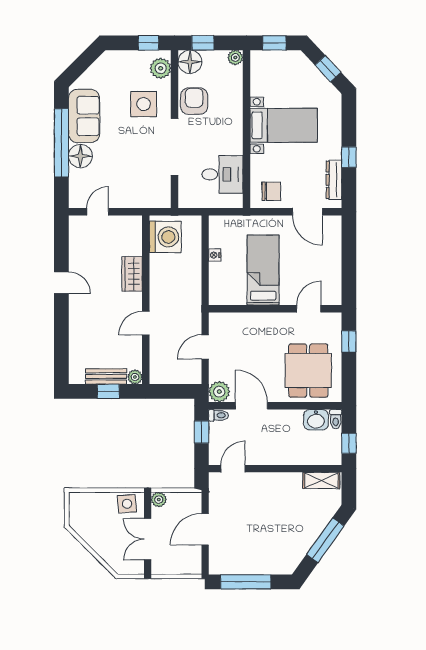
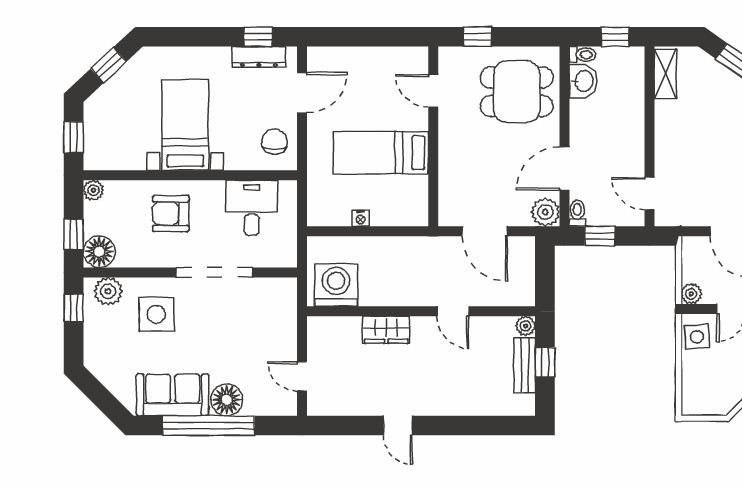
armchair: (194, 101) -> (171, 214), moved
window: (349, 157) -> (258, 37), moved
door: (61, 283) -> (398, 426), swing flipped
door: (205, 347) -> (485, 231), width x1.38

